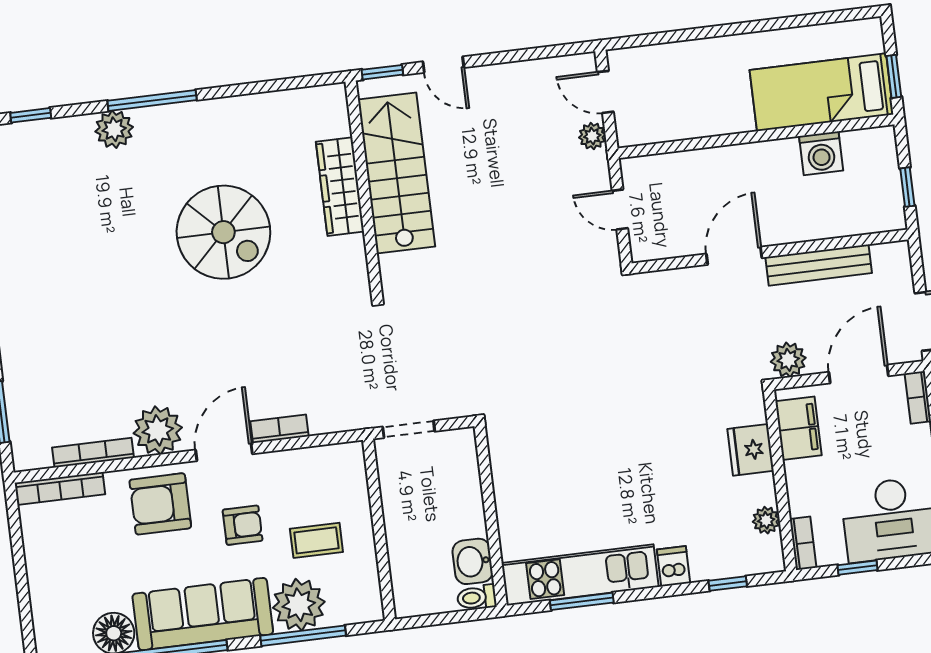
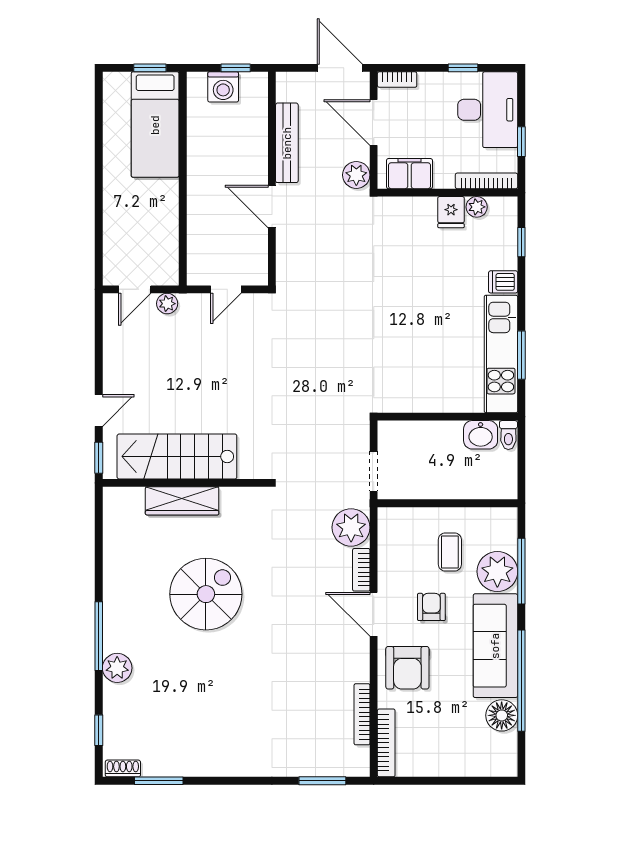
washing machine: (821, 153) -> (223, 87), moved, turned 90
plant: (158, 430) -> (351, 527), moved
fridge: (751, 450) -> (451, 212), moved, width x0.72
bookcase: (803, 543) -> (486, 181), width x1.56

